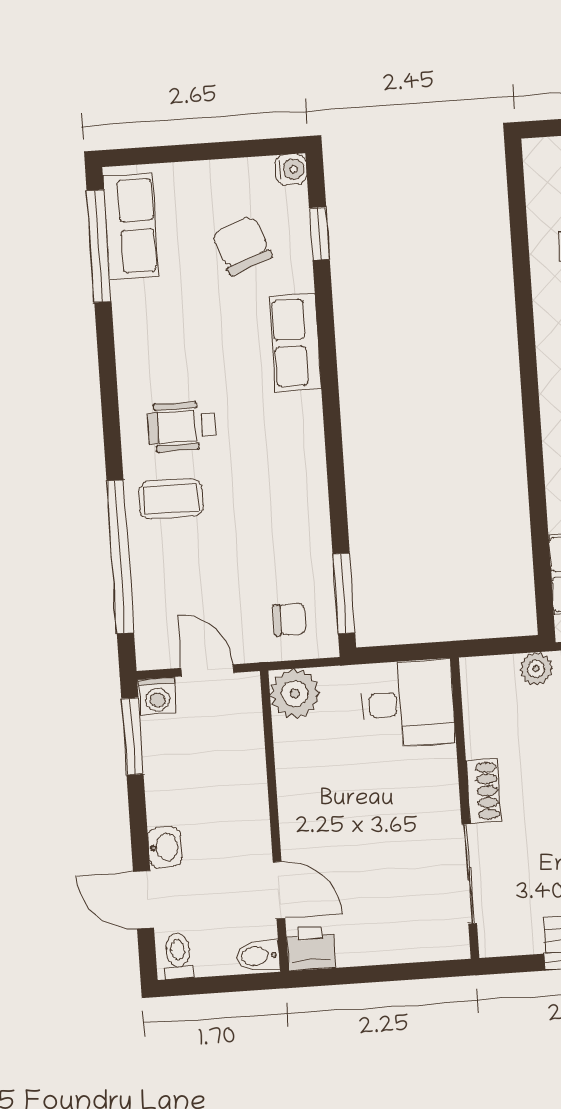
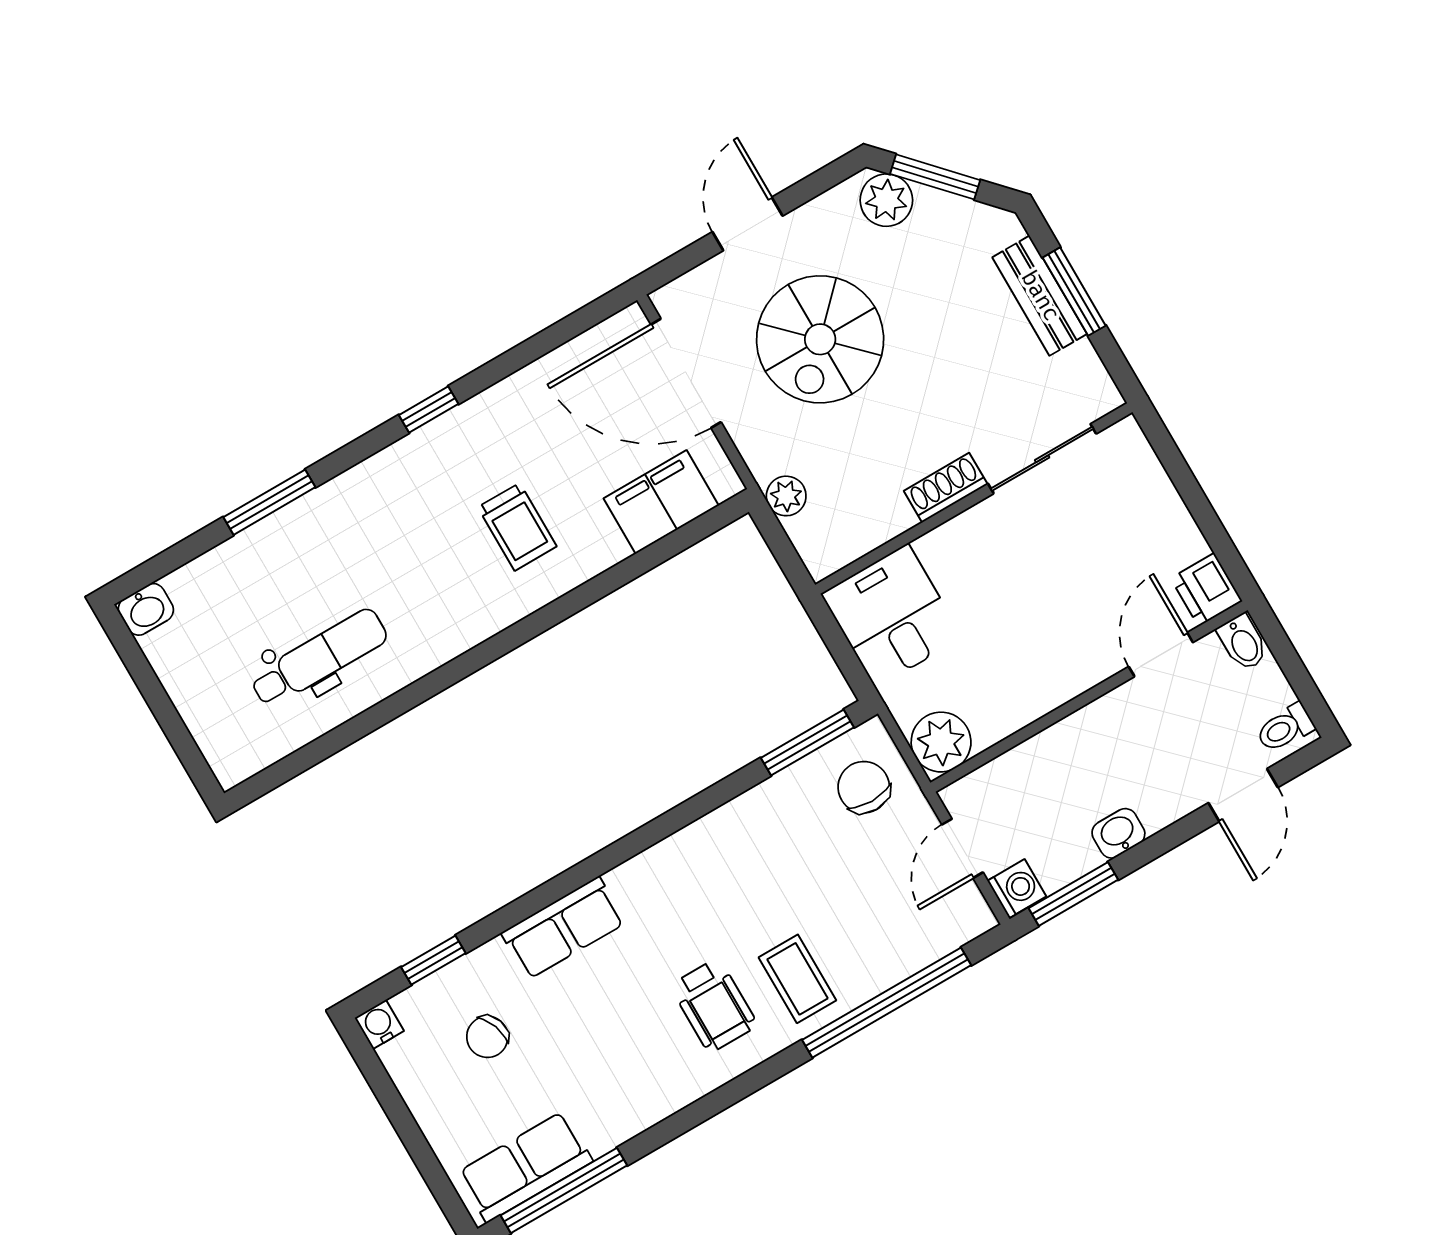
chair: (242, 246) -> (487, 1037), width x0.73, depth x0.73
chair: (290, 619) -> (864, 787), width x1.37, depth x1.37
washbasin: (165, 847) -> (1118, 833), moved

